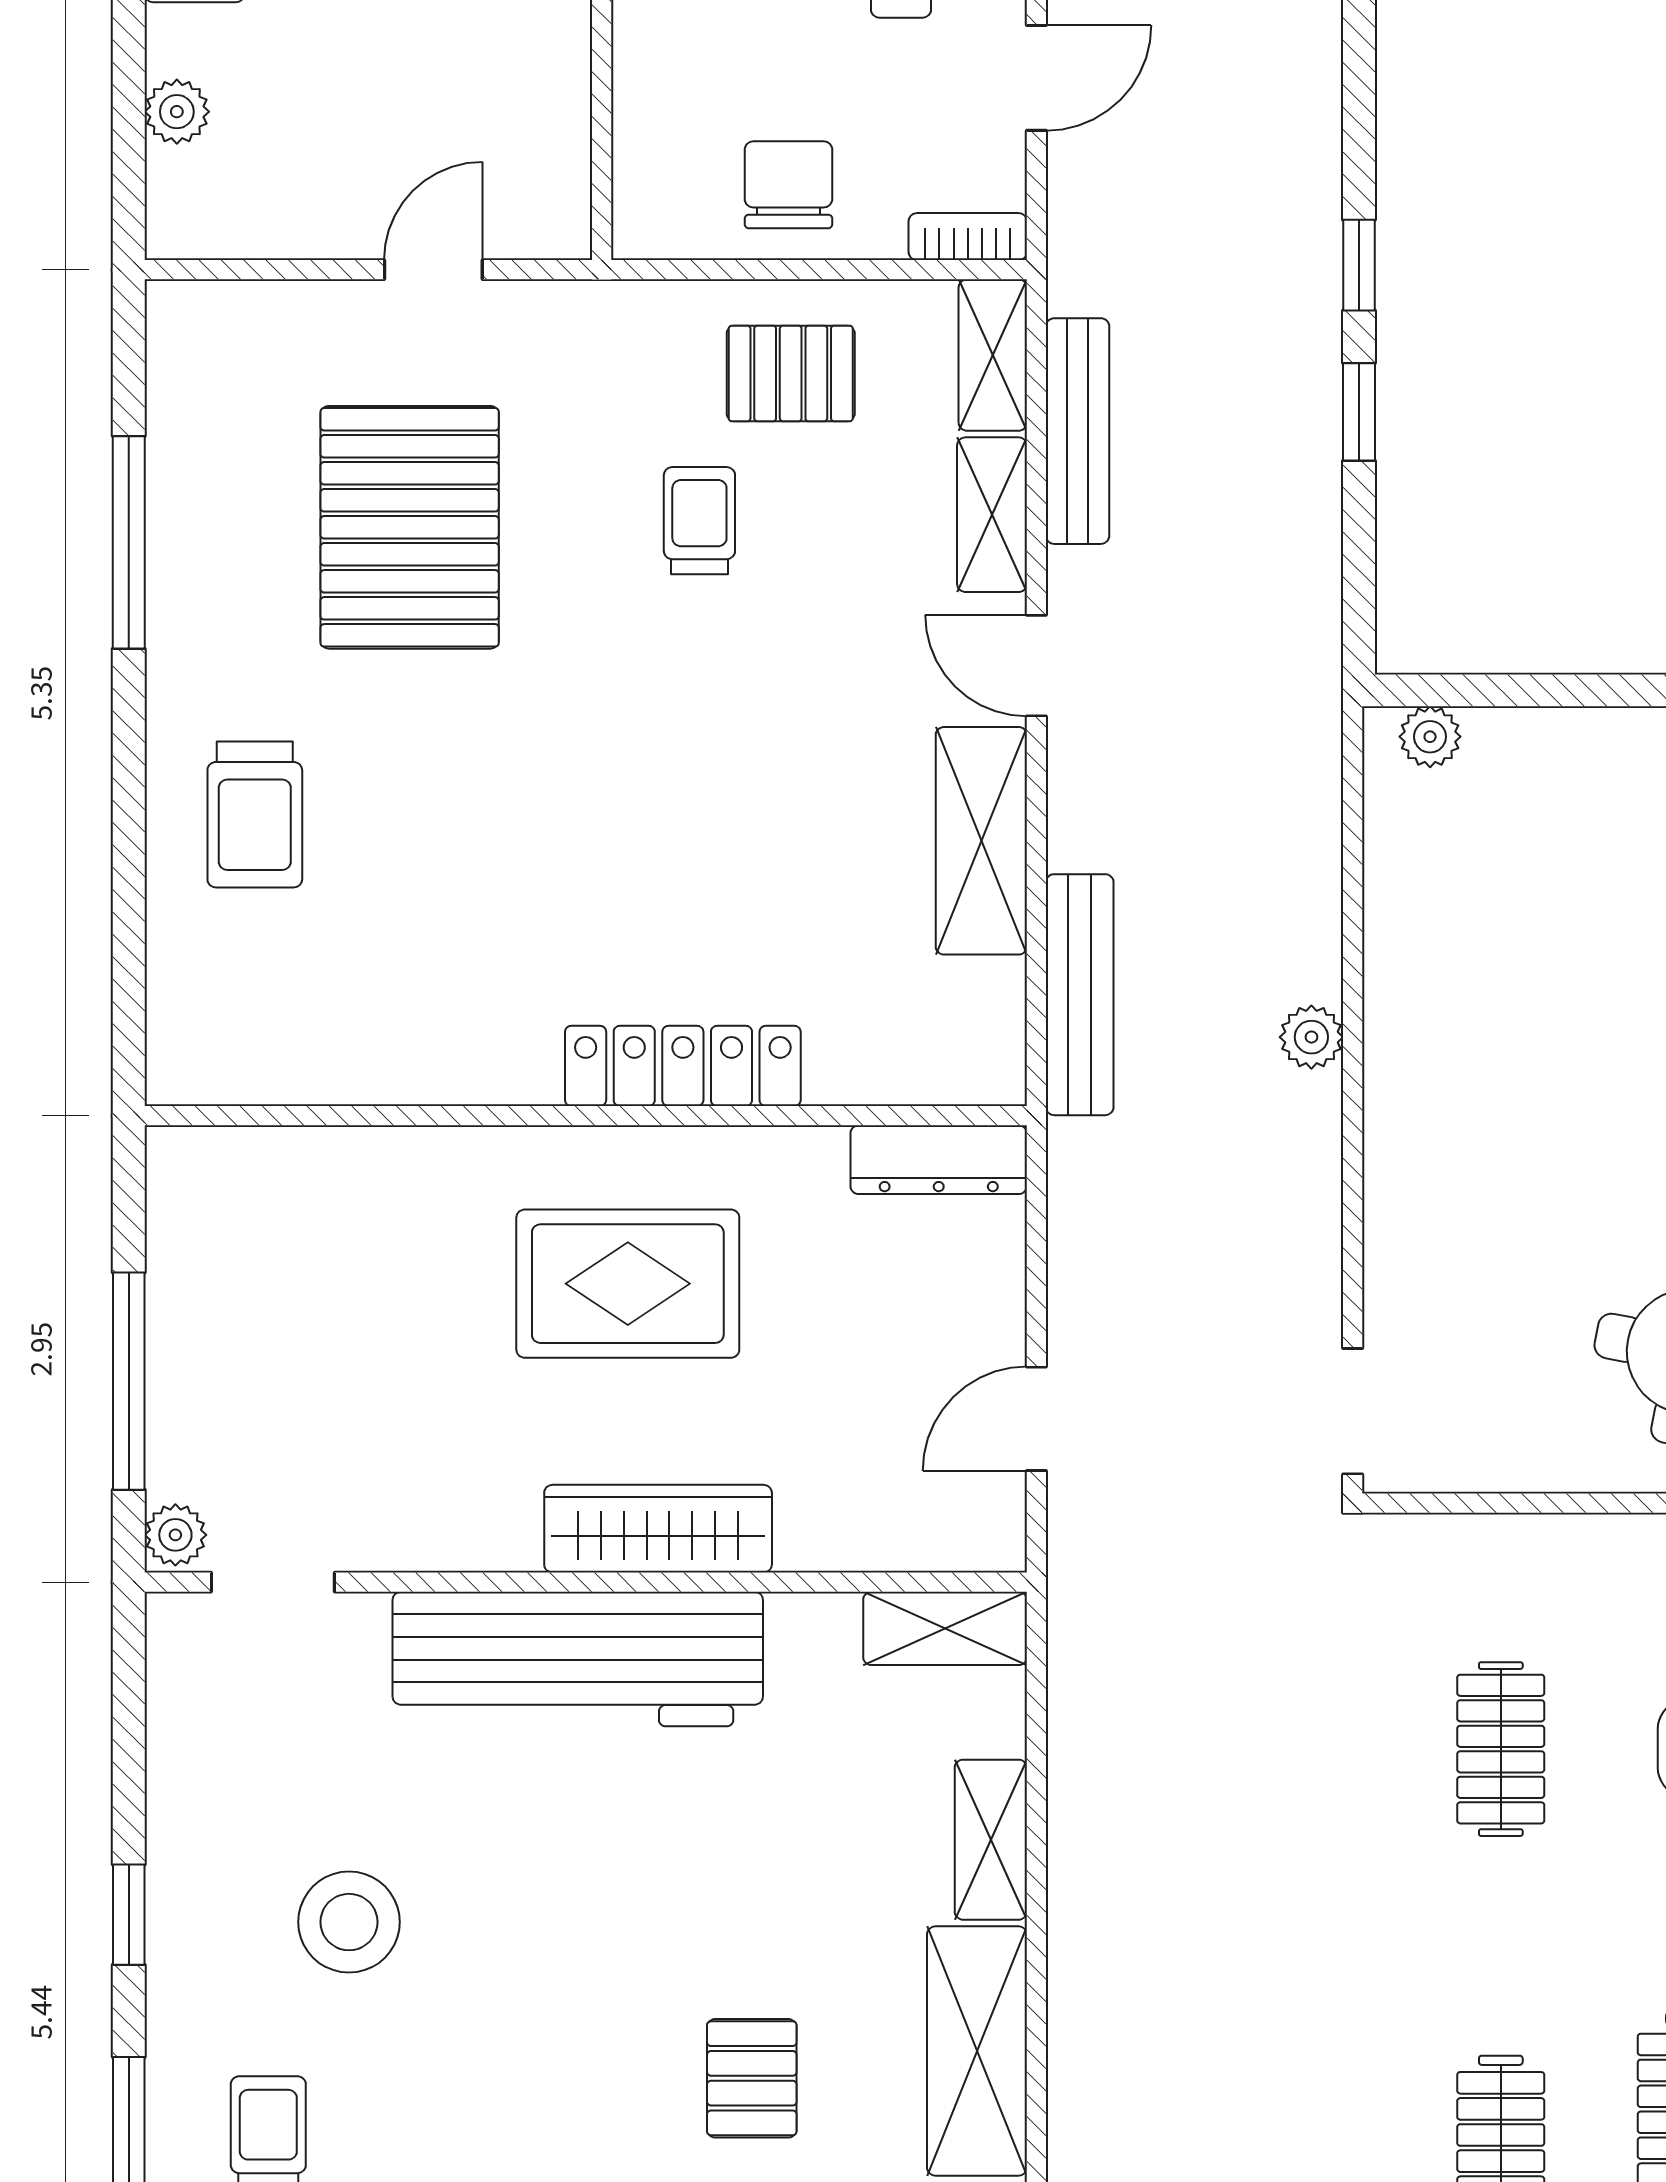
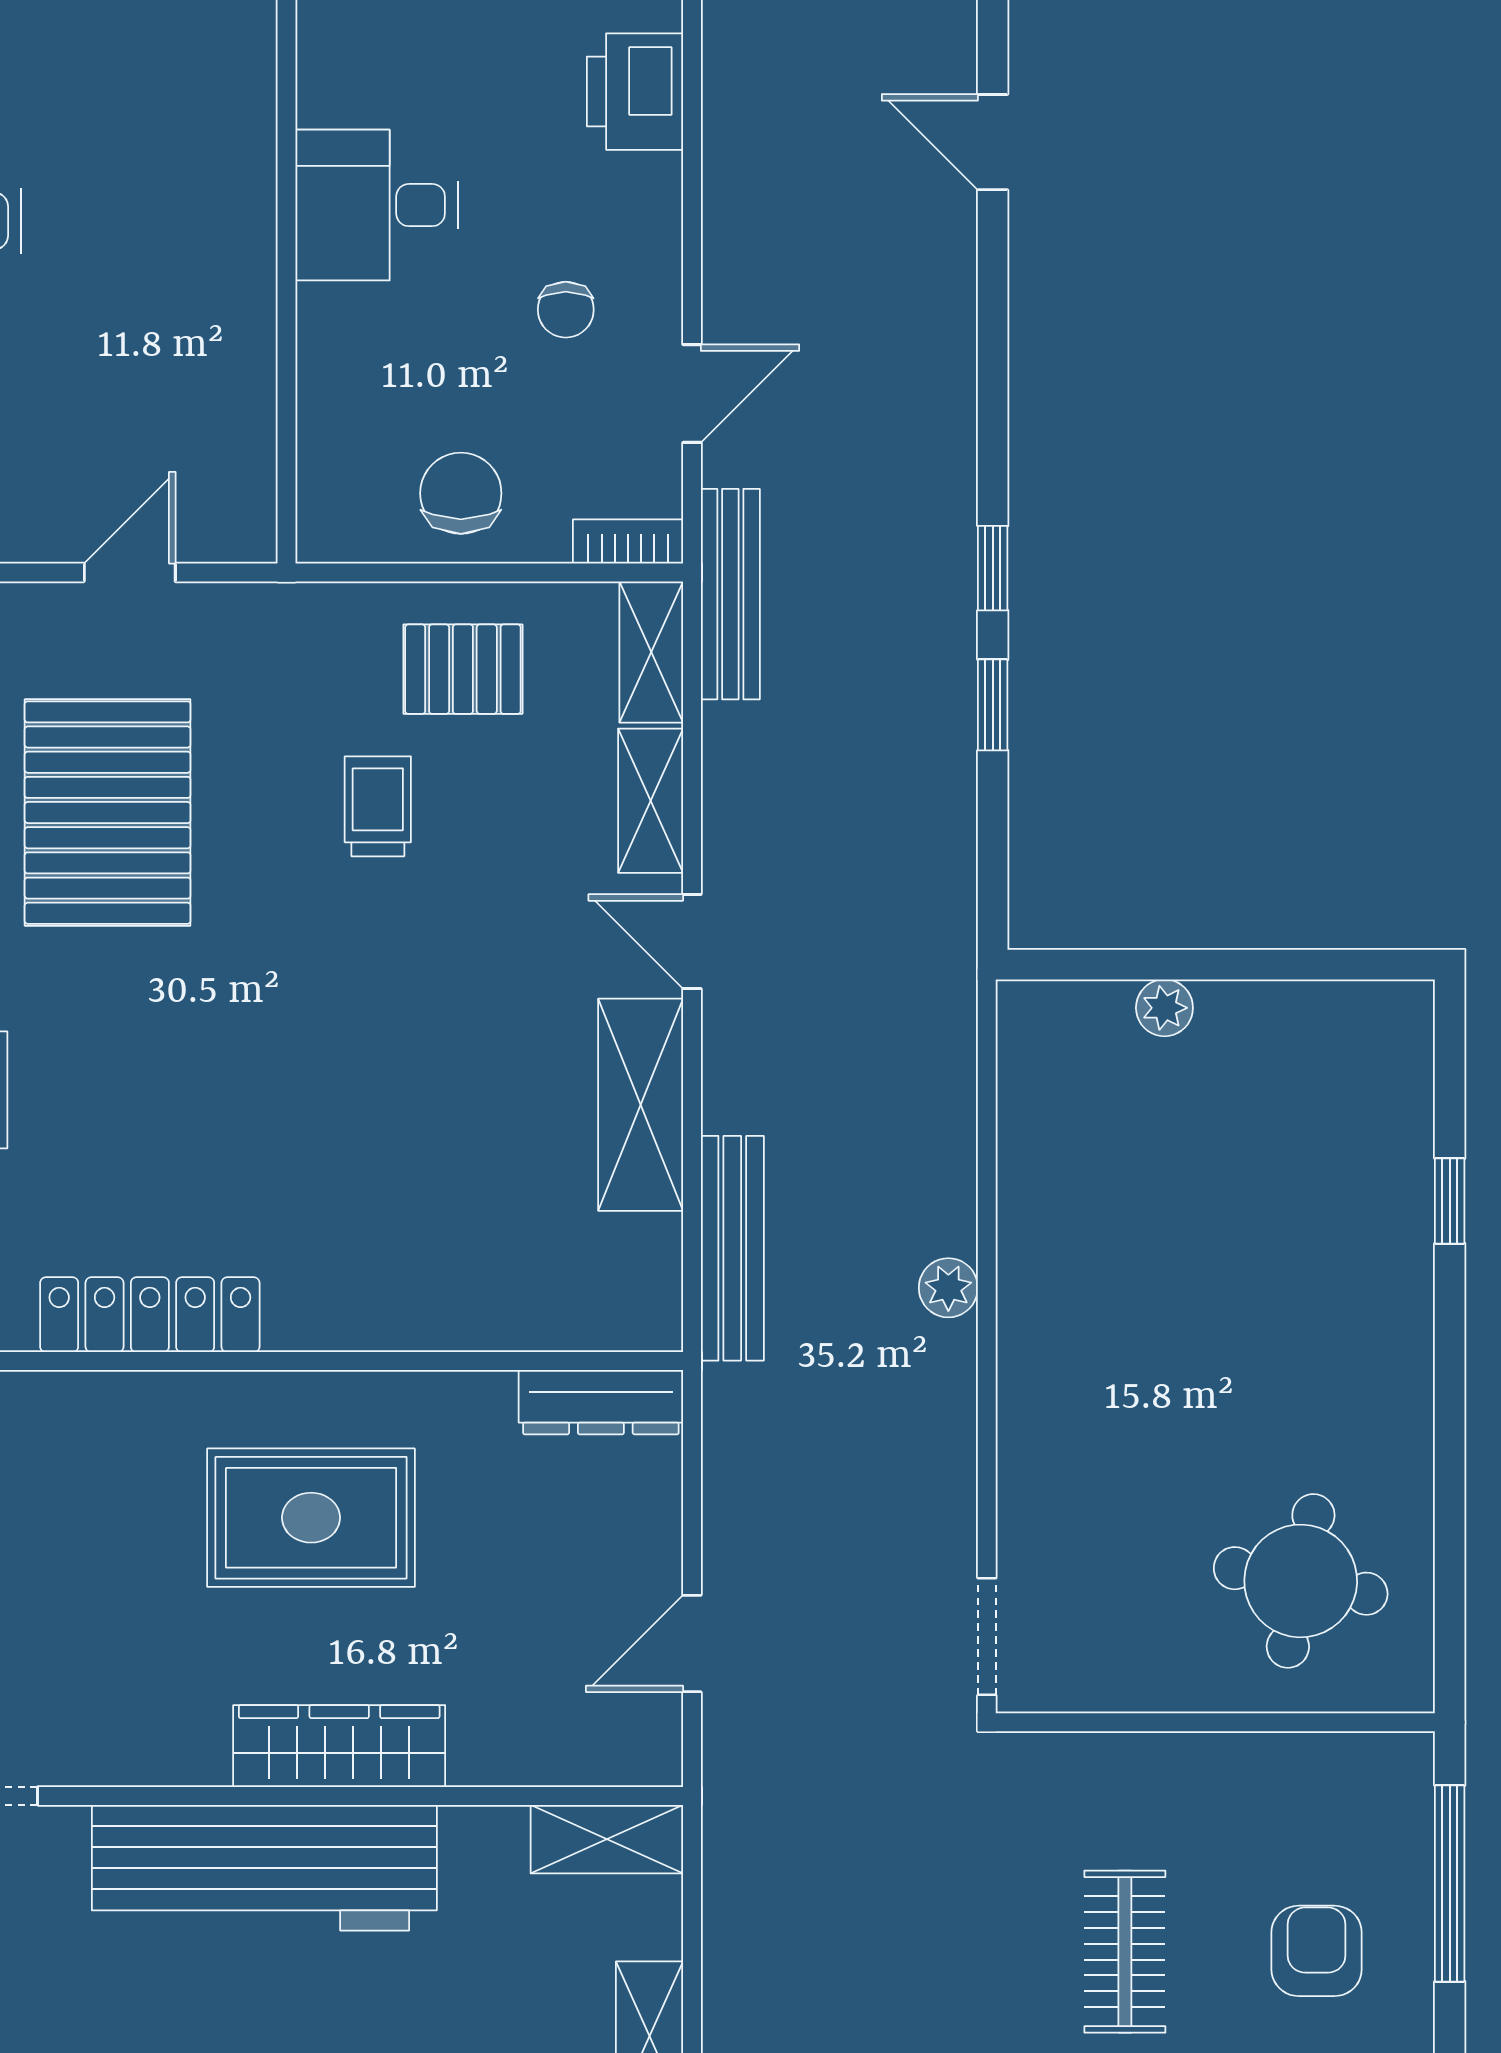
bench: (1078, 431) -> (730, 594), moved
plant: (1430, 737) -> (1164, 1008), moved
locker: (683, 1066) -> (150, 1315), moved

